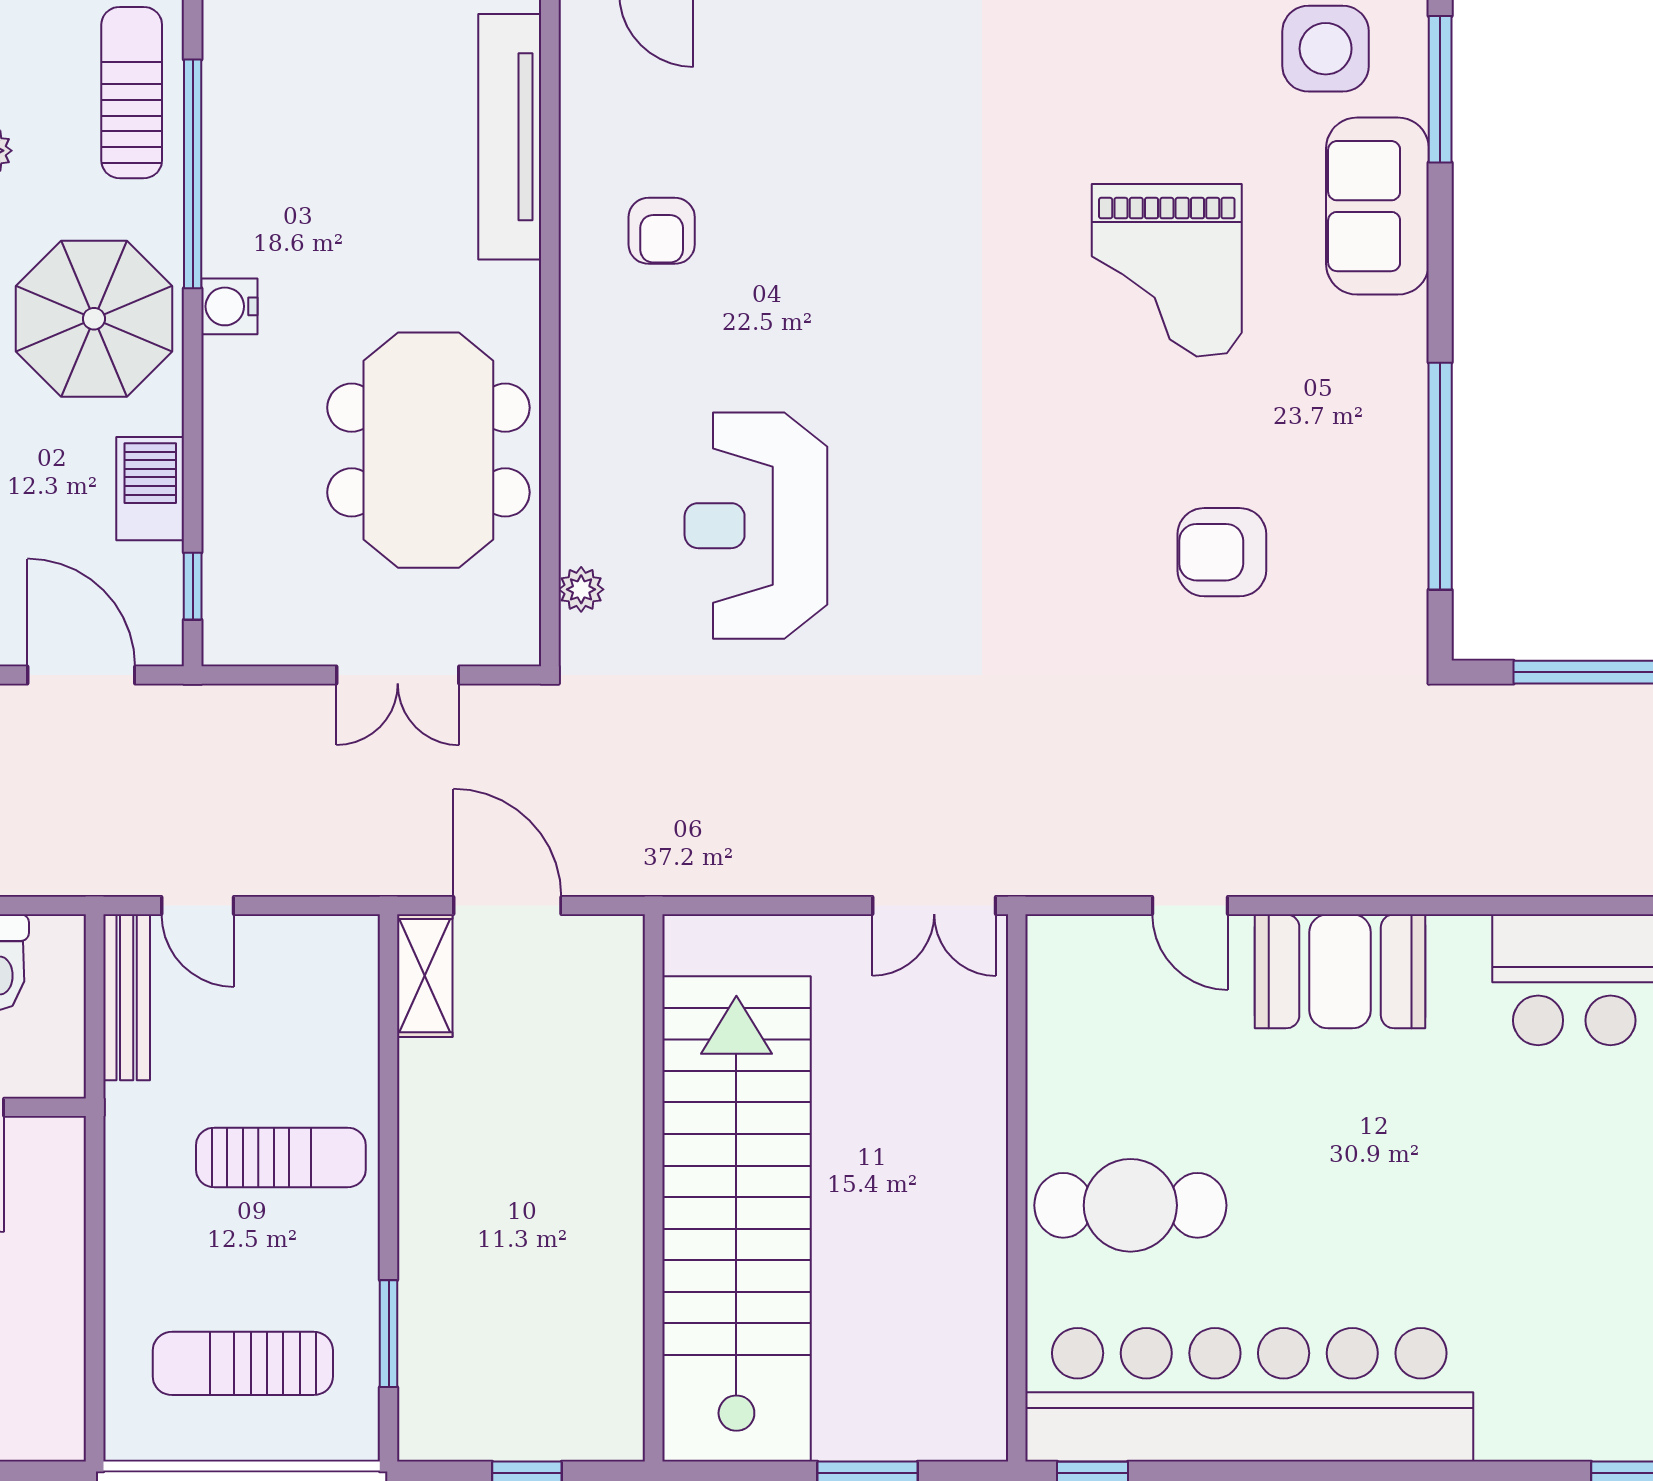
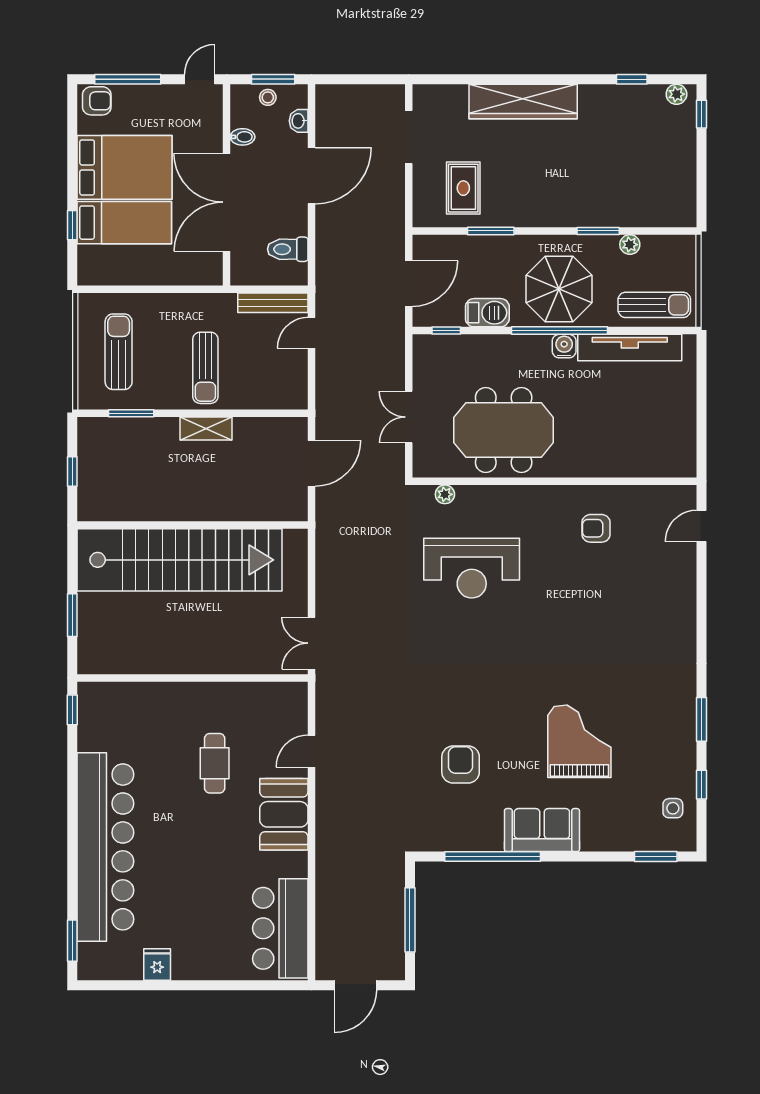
side table: (1326, 49) -> (673, 808), width x0.54, depth x0.54
window: (1440, 89) -> (656, 857), width x0.69
tv unit: (510, 137) -> (630, 347), moved, turned 180
window: (193, 174) -> (560, 331), moved
sofa: (1377, 206) -> (542, 830), moved
grand piano: (1167, 270) -> (579, 741), turned 90
reception desk: (756, 526) -> (472, 568), turned 180
shelving: (425, 976) -> (206, 428), moved
cafe table: (1130, 1205) -> (215, 763), moved, width x0.73, depth x0.74
bar counter: (1249, 1395) -> (105, 847), moved

